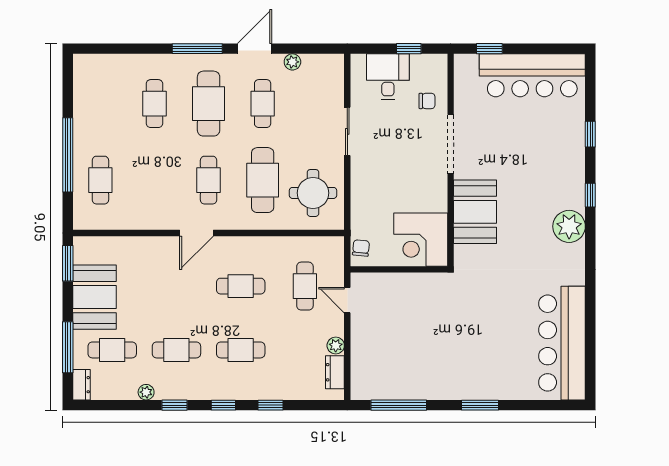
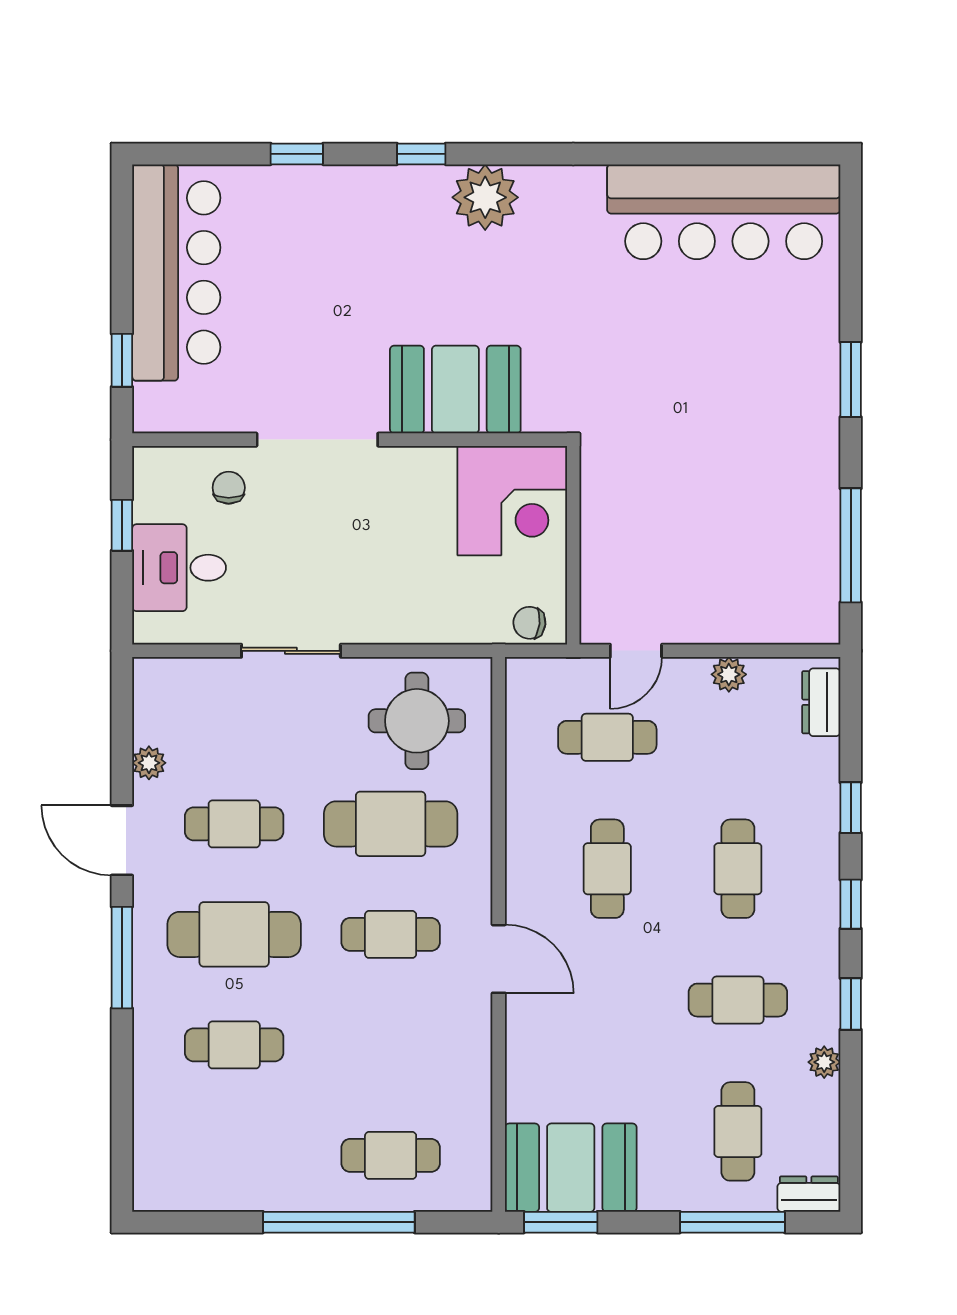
booth: (94, 297) -> (571, 1168), moved
cafe table: (176, 350) -> (738, 1000), turned 90
dresser: (335, 372) -> (821, 702), moved, turned 90

